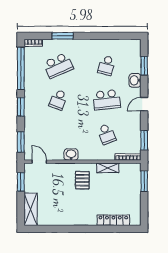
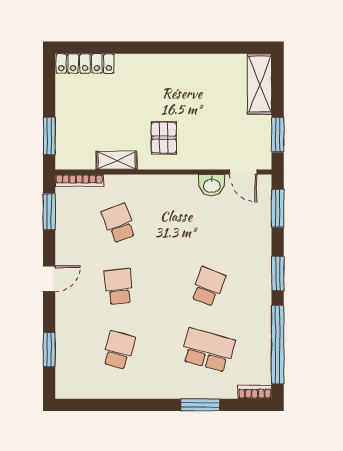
school desk: (58, 65) -> (208, 350), turned 39
washbasin: (135, 80) -> (66, 323), removed
school desk: (107, 100) -> (119, 287), width x0.54
washbasin: (71, 155) -> (212, 185), moved
locker: (113, 220) -> (85, 64), moved

